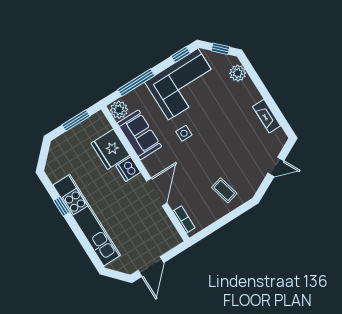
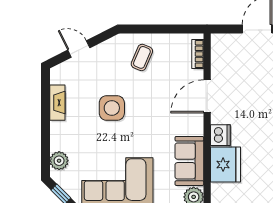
side table: (184, 133) -> (112, 108), moved, width x1.87, depth x1.87
coffee table: (224, 190) -> (142, 57), turned 37

